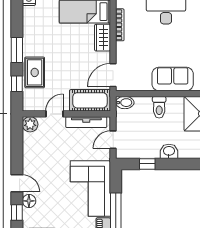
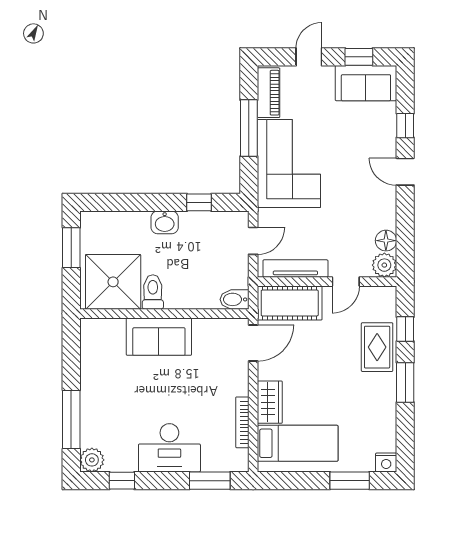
toilet: (159, 107) -> (153, 292), moved
floor lamp: (29, 201) -> (386, 241), moved

